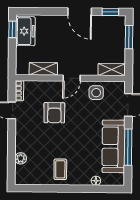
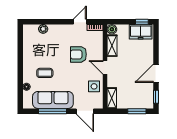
boiler: (22, 69) -> (112, 29), added
coffee table: (60, 169) -> (45, 73), moved

